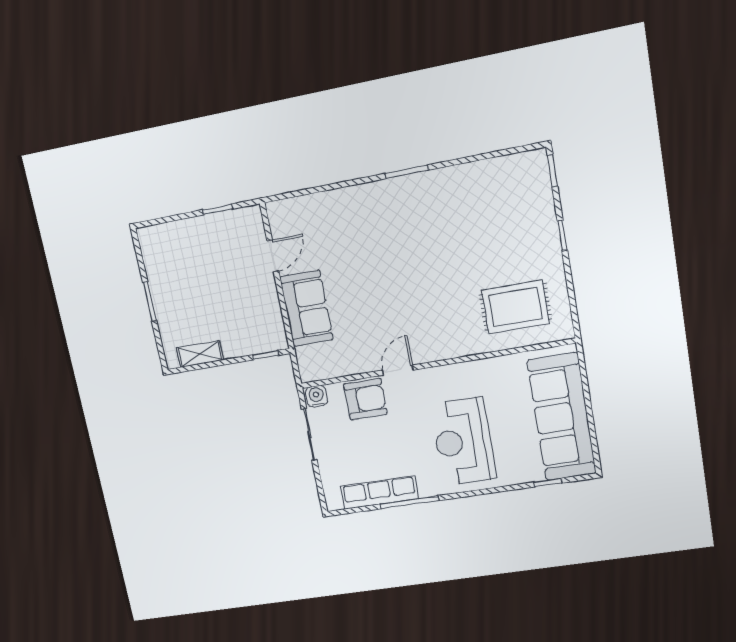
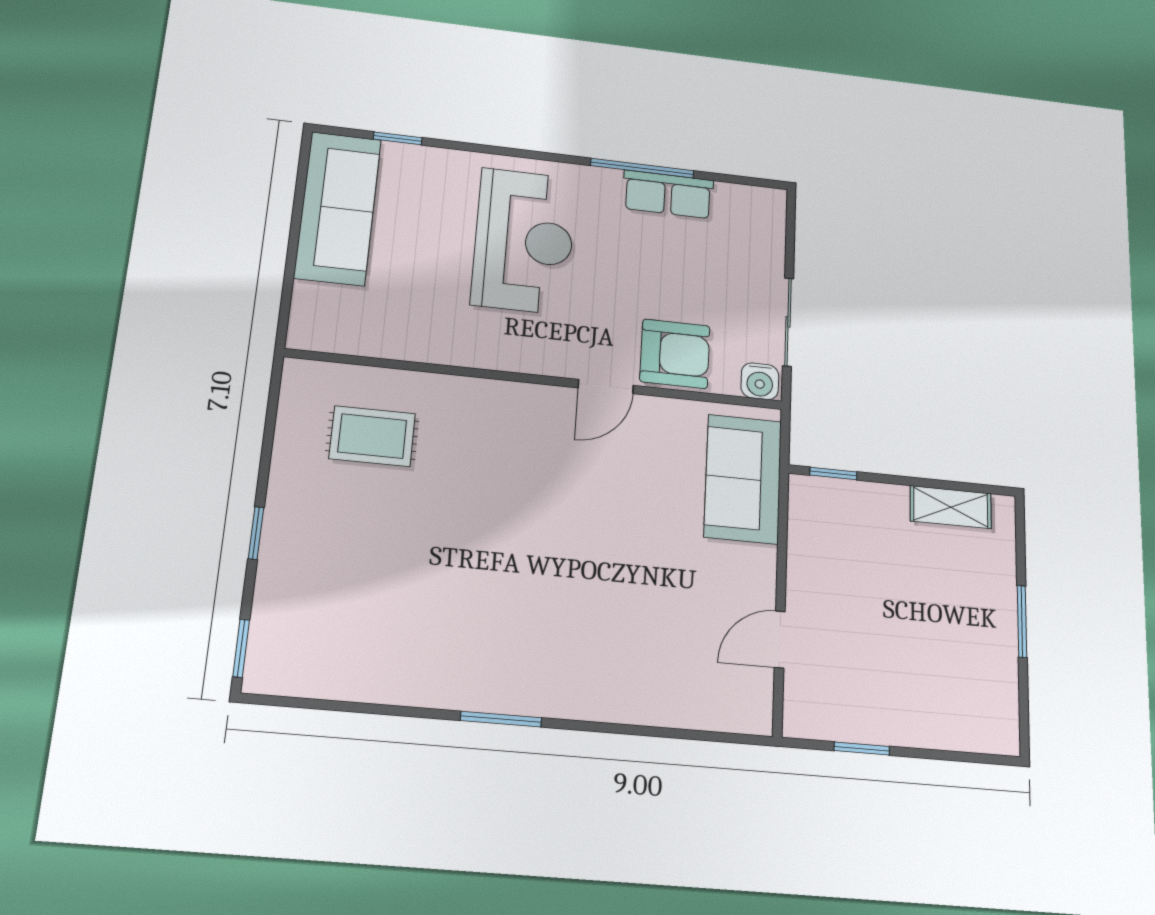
rug: (515, 307) -> (372, 436), width x0.73, depth x0.70
sofa: (306, 308) -> (743, 479), moved
armchair: (365, 399) -> (675, 354), turned 180
sofa: (562, 417) -> (338, 208), width x0.74, depth x0.79
row of seats: (379, 492) -> (668, 194), width x0.68

